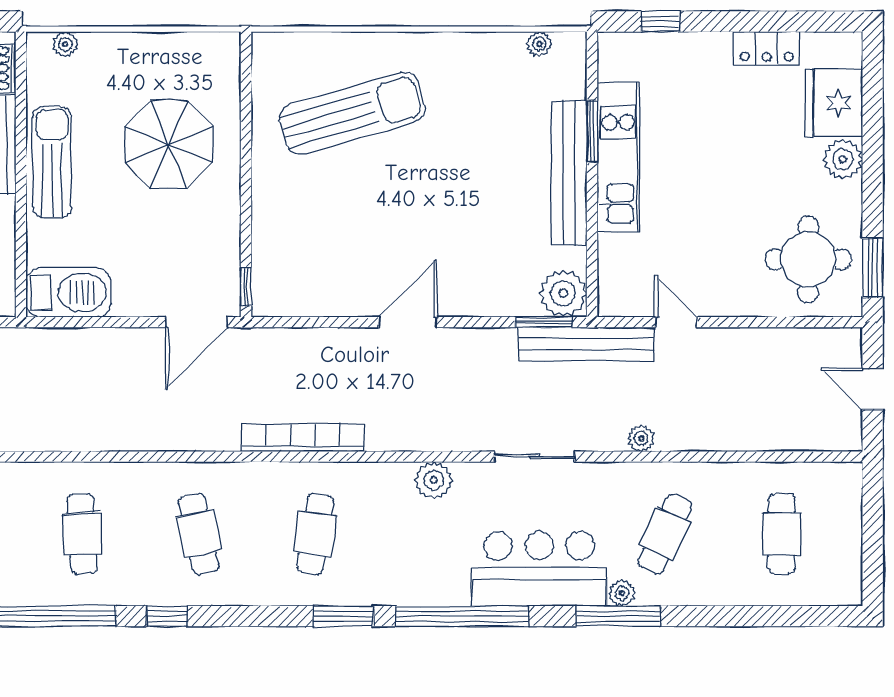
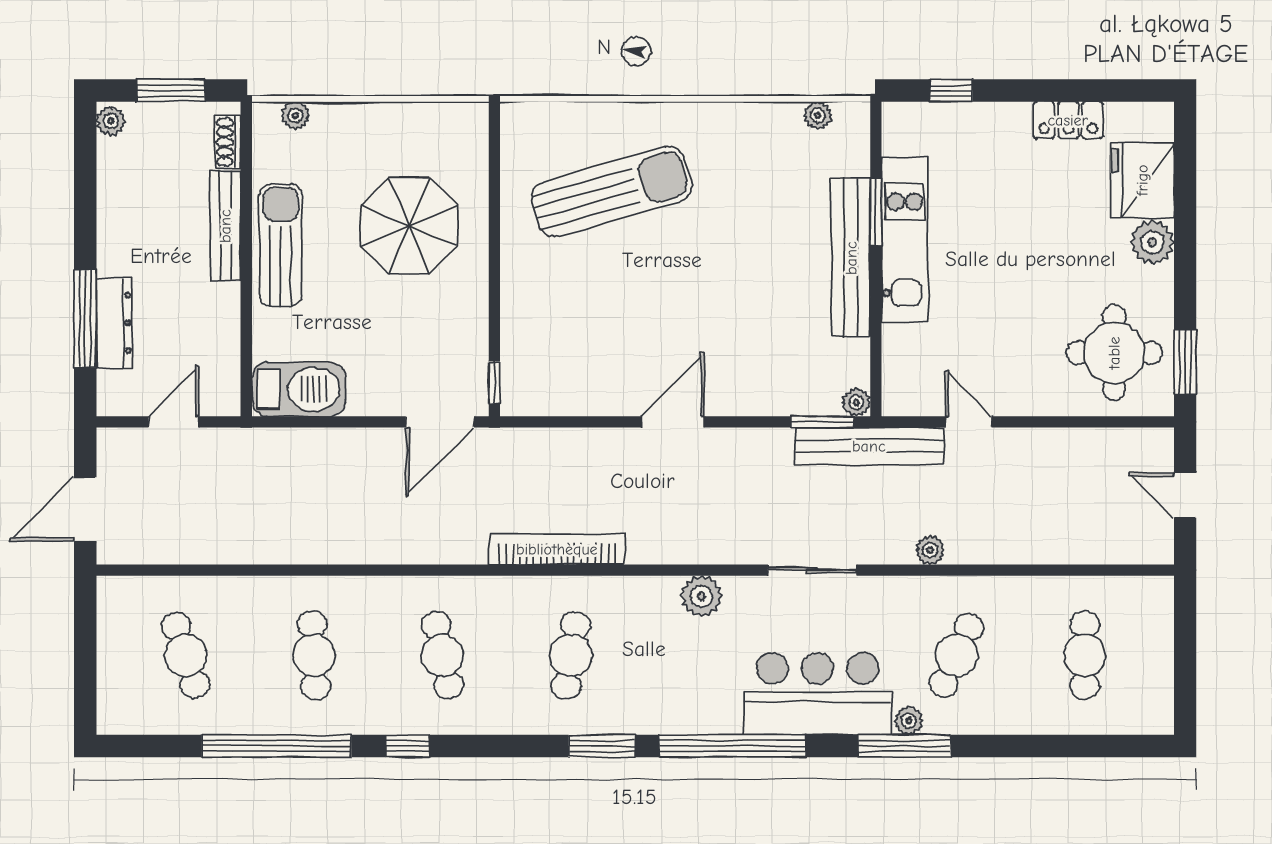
plant: (563, 293) -> (856, 402), width x0.53, depth x0.53

